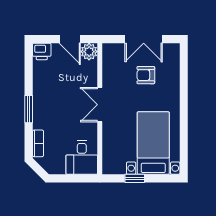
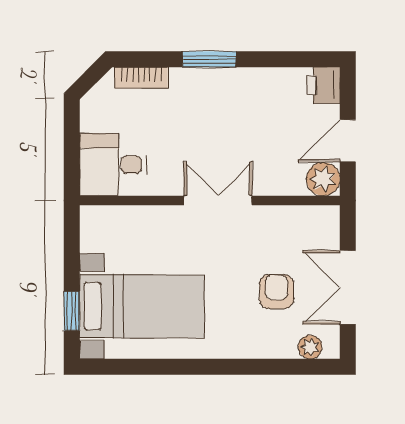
plant: (174, 58) -> (310, 347), added
window: (135, 178) -> (72, 311), moved

